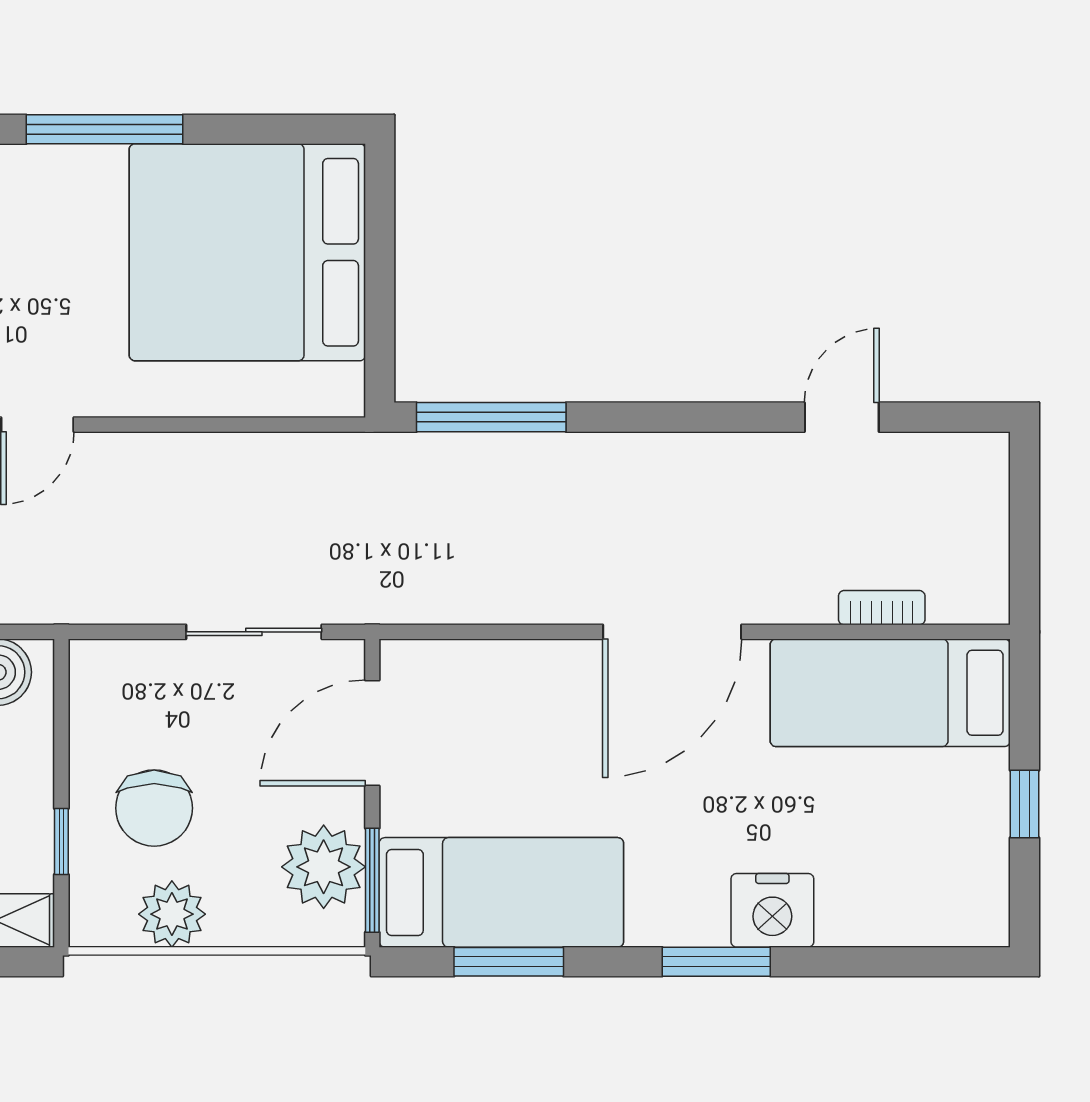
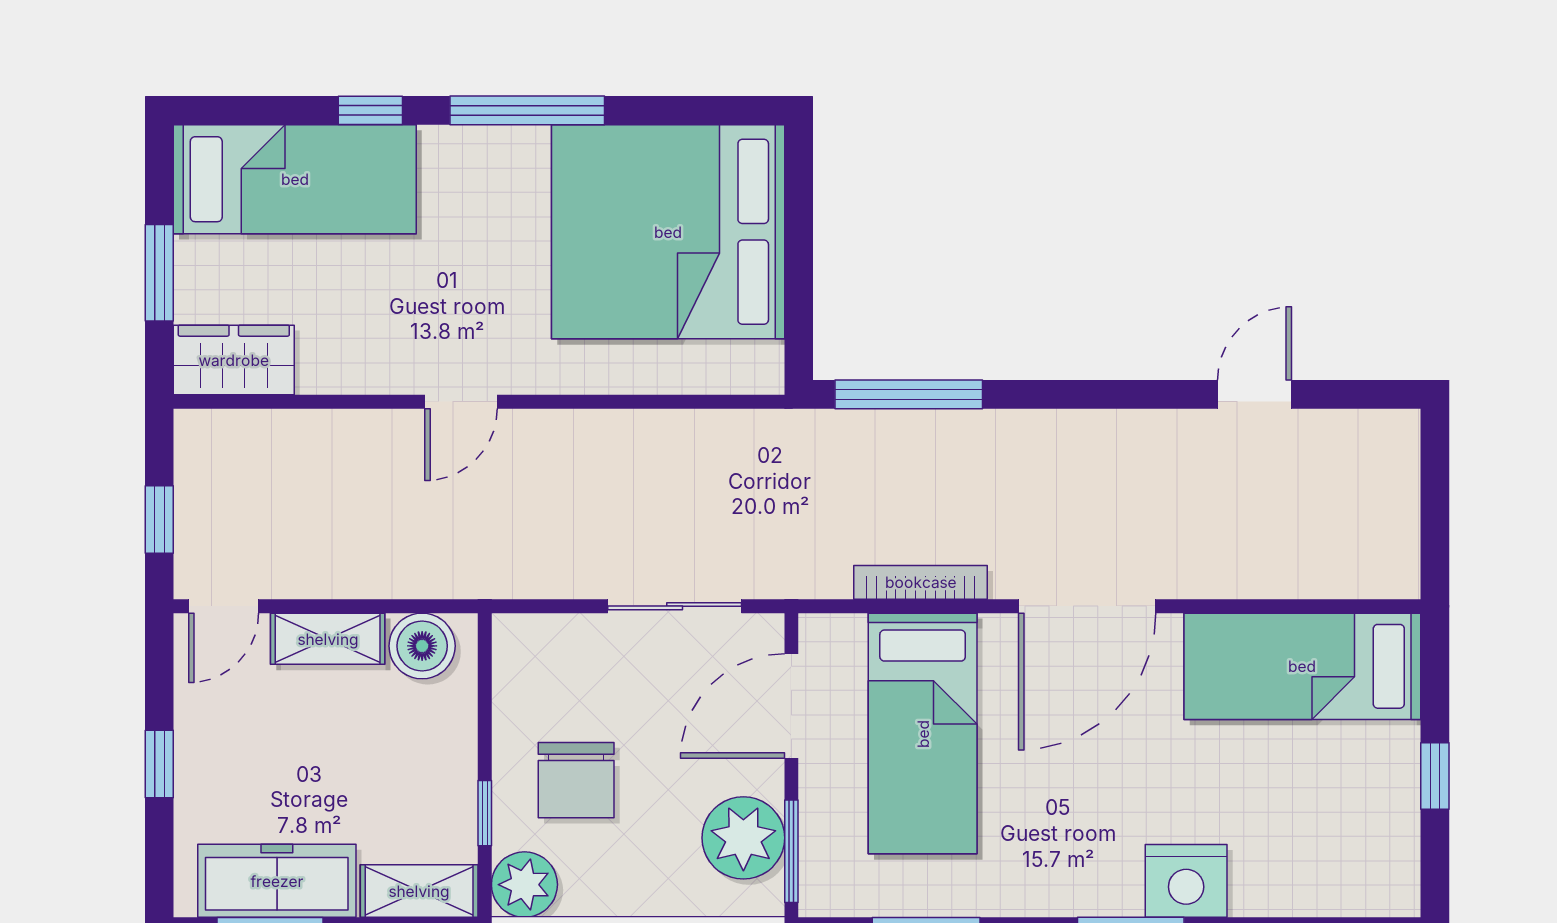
bookcase: (882, 608) -> (921, 582), moved, width x1.56
bed: (501, 892) -> (923, 734), moved, turned 90
plant: (172, 914) -> (524, 885), moved

